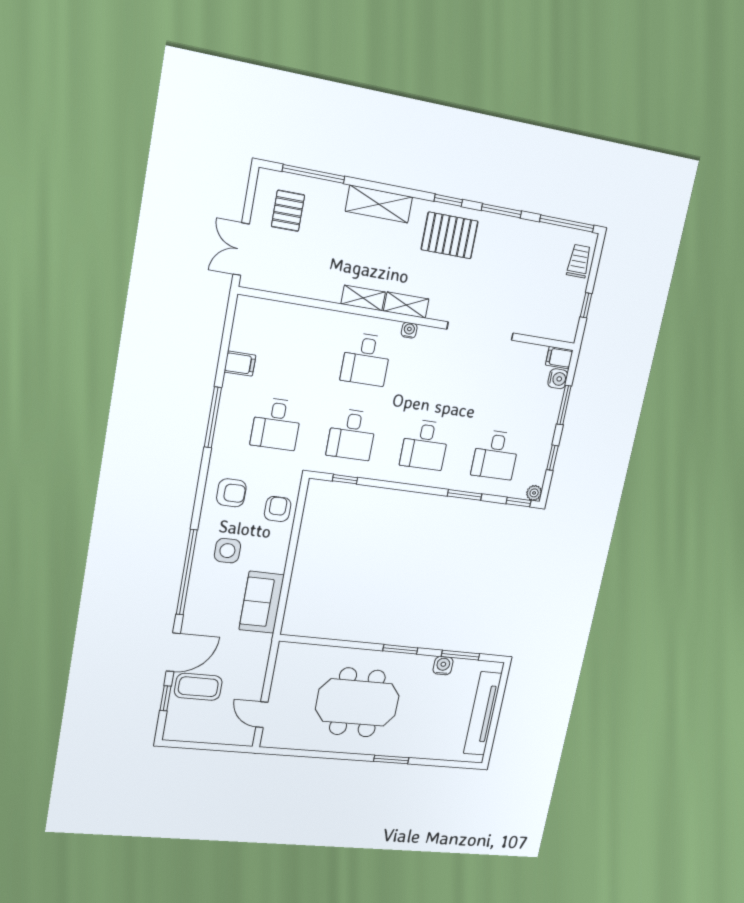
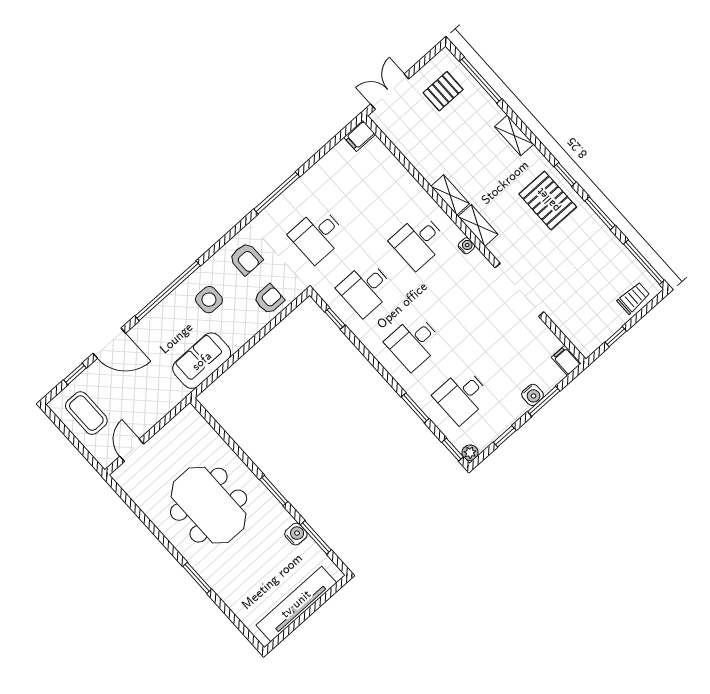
shelving: (379, 204) -> (514, 135), width x0.67, depth x0.75
filing cabinet: (240, 364) -> (360, 136), moved, turned 90
water cooler: (558, 379) -> (533, 395), moved
coffee table: (198, 687) -> (86, 413), moved

